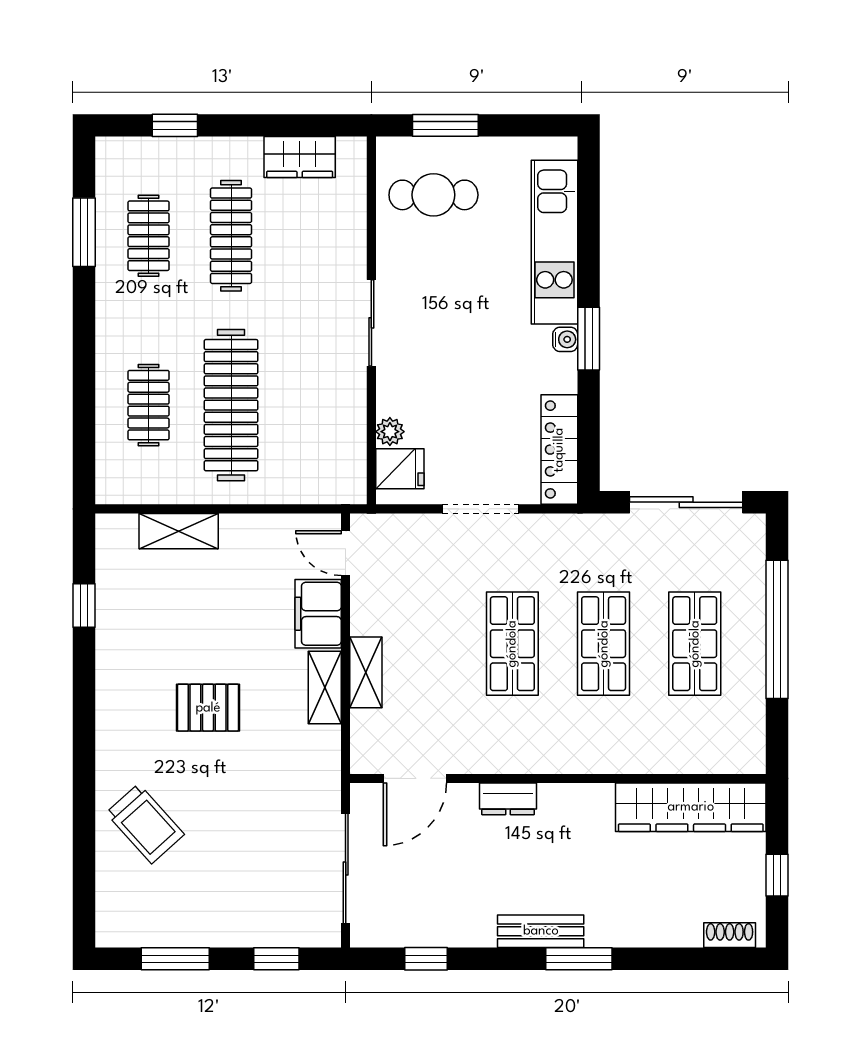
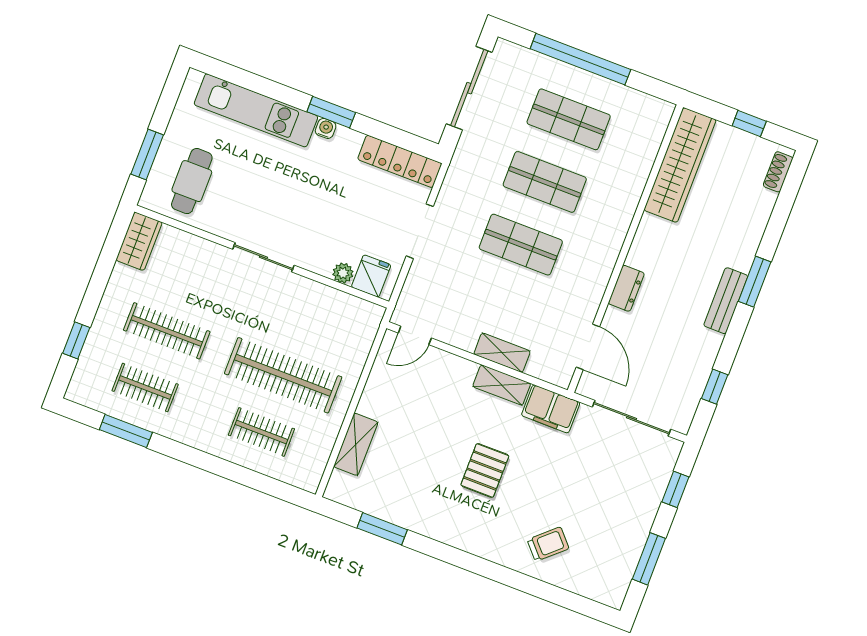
wardrobe: (300, 157) -> (139, 241), moved
window: (84, 606) -> (382, 529), width x1.50
filing cabinet: (318, 614) -> (551, 409), moved
trolley: (145, 824) -> (548, 544), width x0.73, depth x0.72

